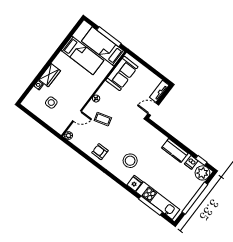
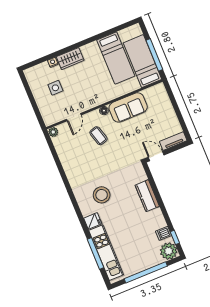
sofa: (122, 73) -> (128, 107), moved
door: (77, 116) -> (74, 117), hinge flipped
kitchen counter: (175, 150) -> (147, 196), moved
armchair: (100, 152) -> (76, 168), removed

